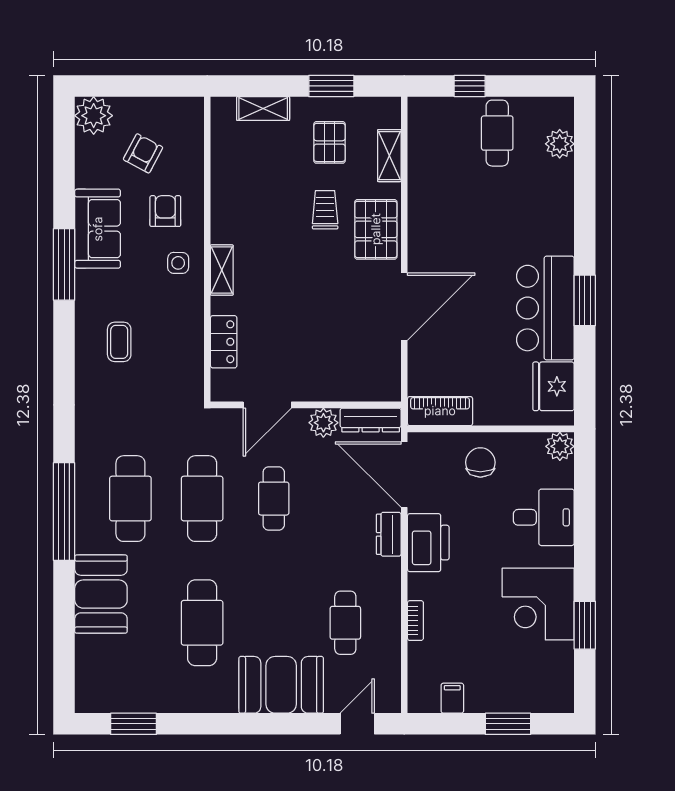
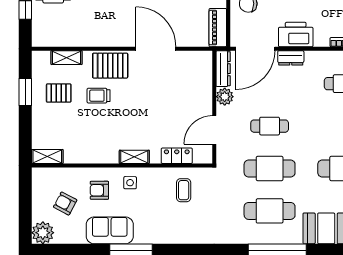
shelving: (263, 109) -> (47, 156), moved, turned 90
coffee table: (119, 342) -> (184, 190), moved, turned 90
door: (267, 405) -> (214, 130), swing flipped

